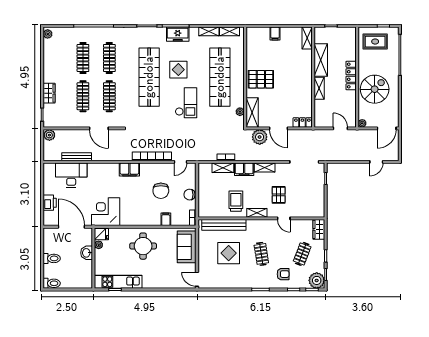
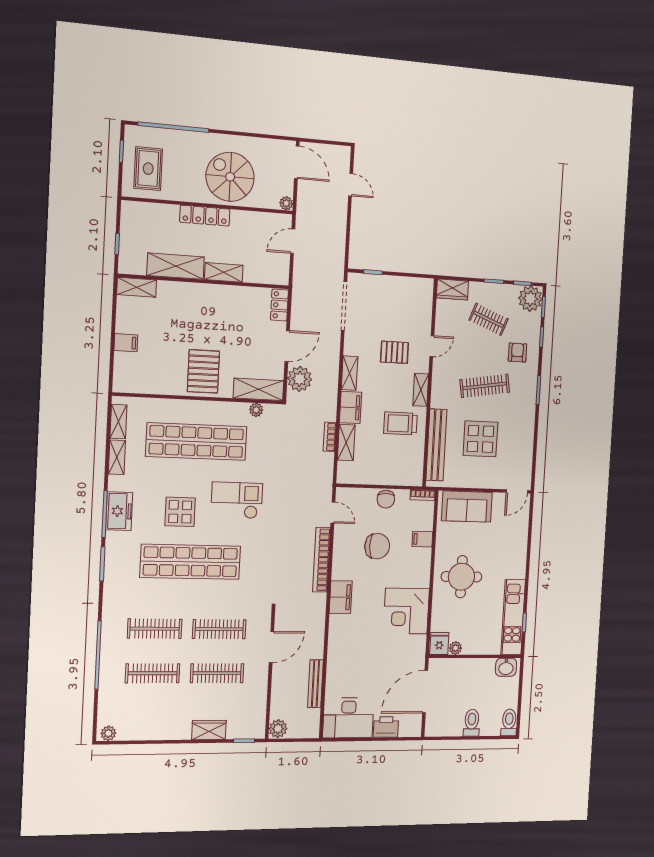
desk: (71, 175) -> (348, 718), moved, turned -90
corner desk: (106, 212) -> (406, 611), moved
washbasin: (87, 253) -> (506, 667), moved
clothes rail: (261, 254) -> (485, 386), width x1.36

